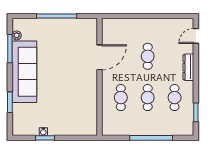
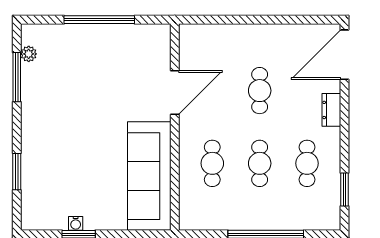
door: (196, 36) -> (345, 55), width x1.87
dresser: (188, 67) -> (331, 110), width x0.70
sofa: (24, 72) -> (149, 176), moved, turned 180

